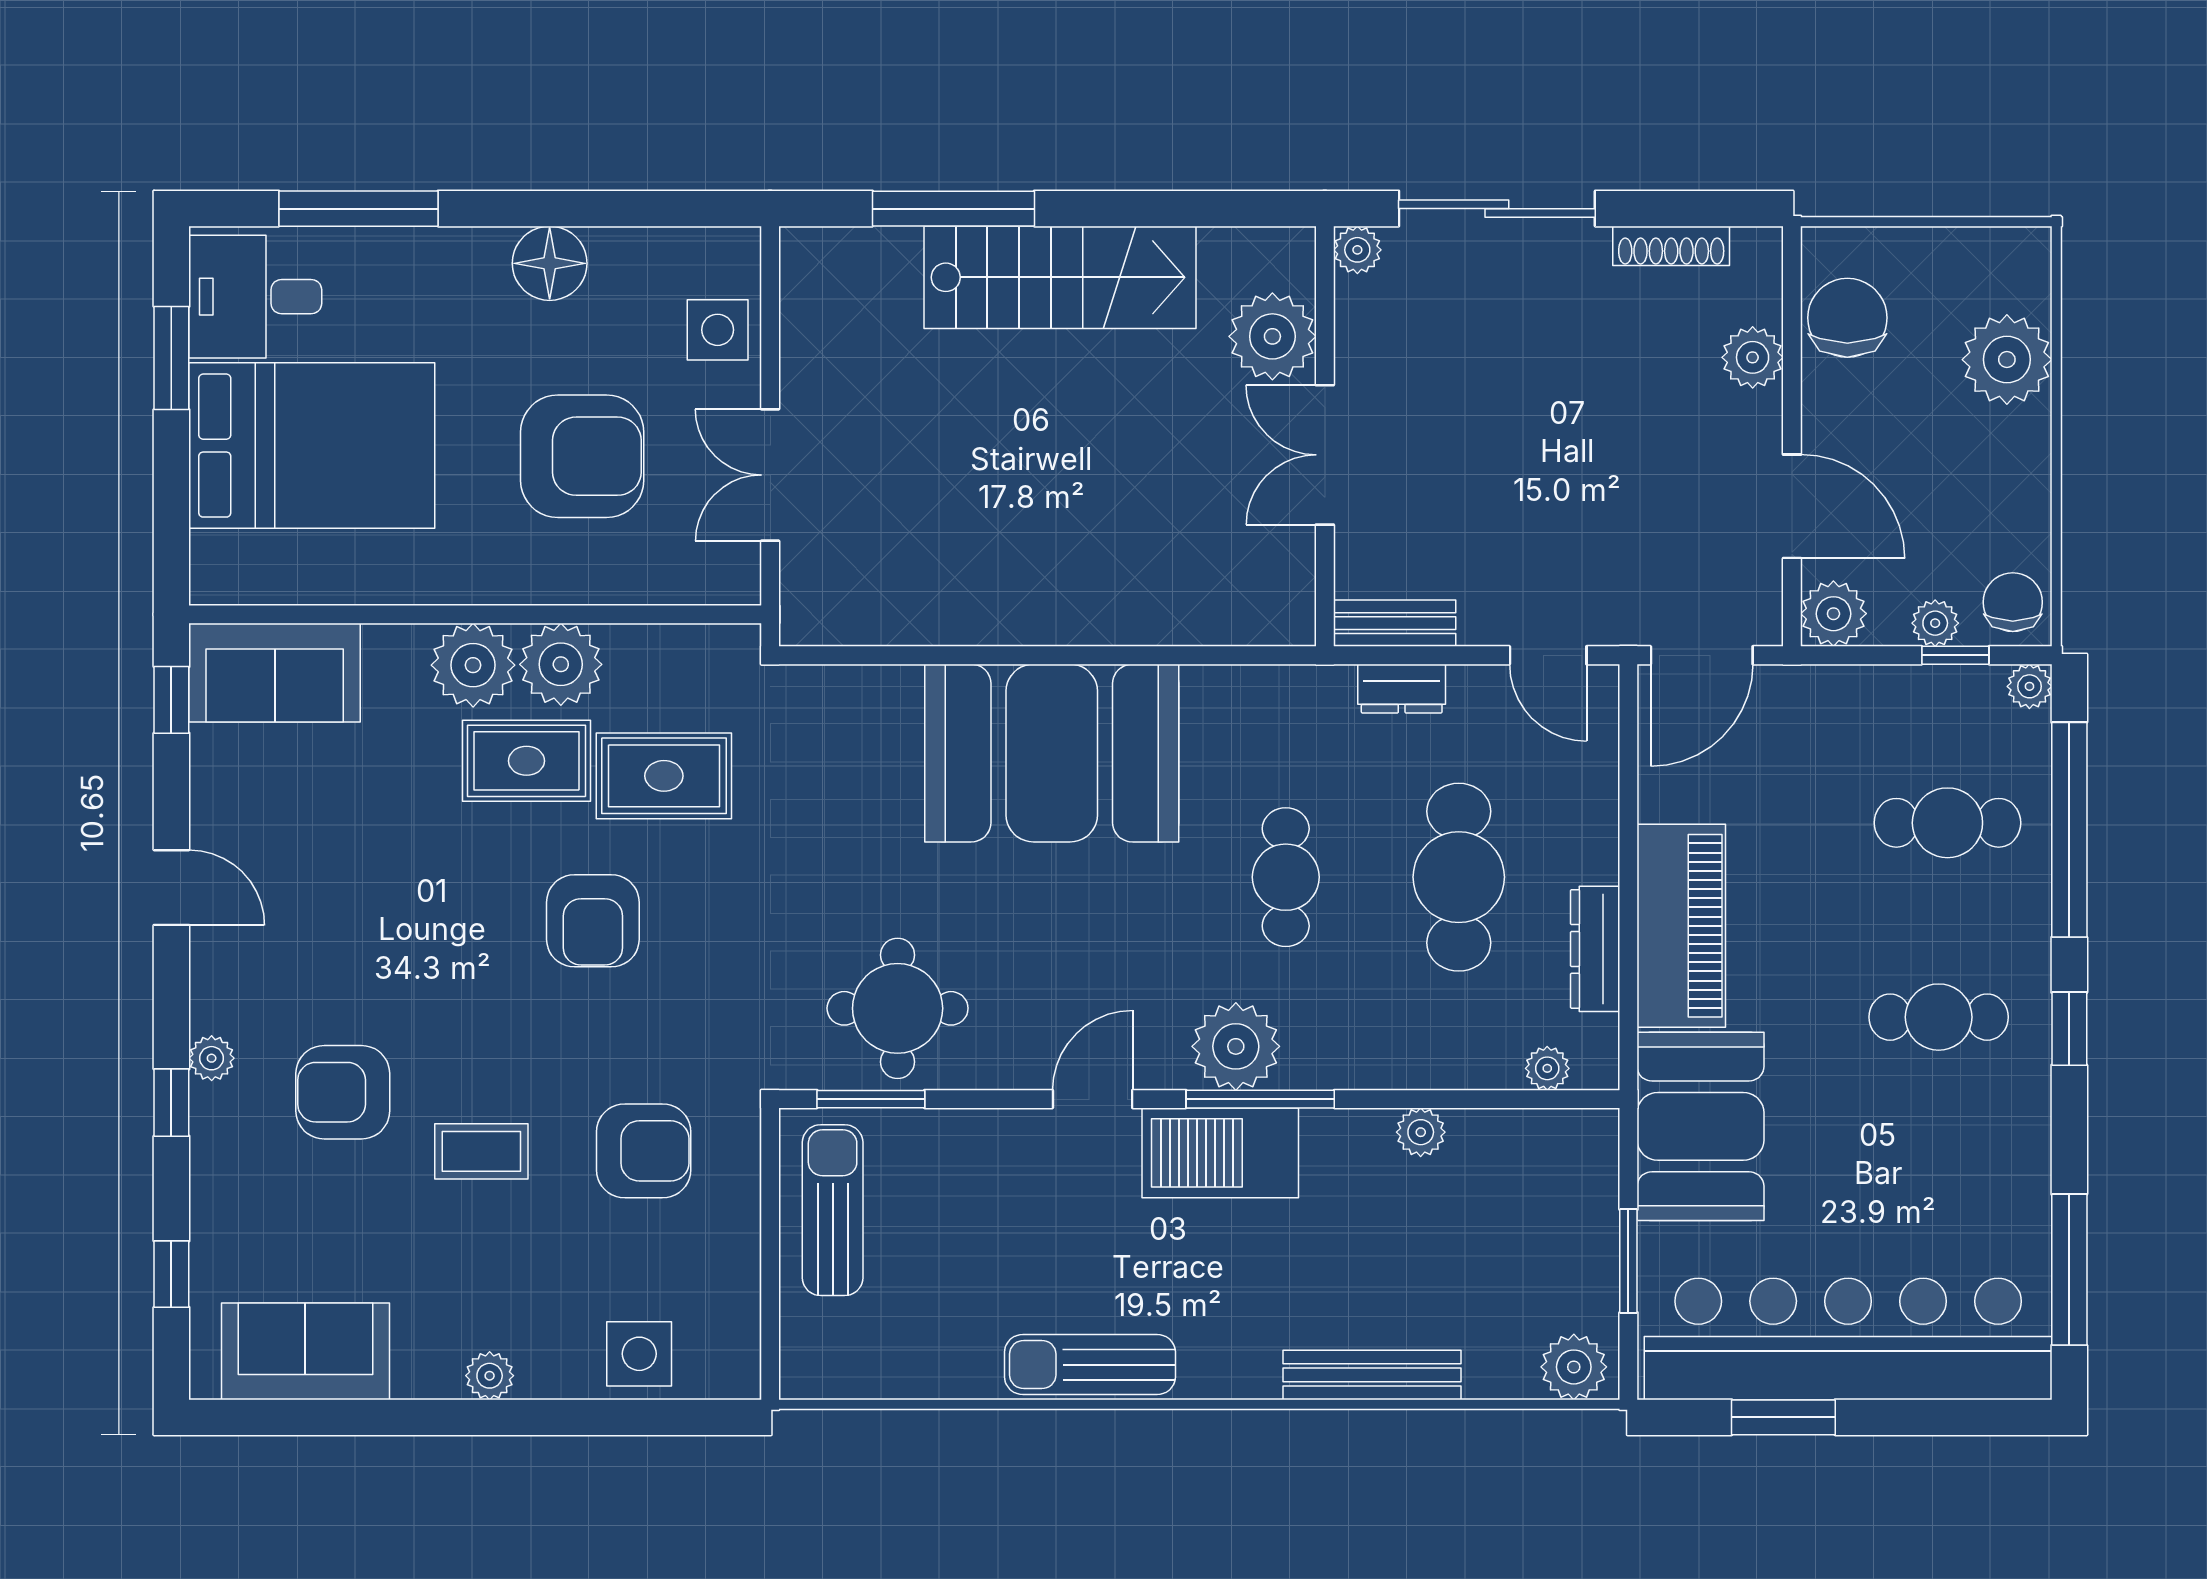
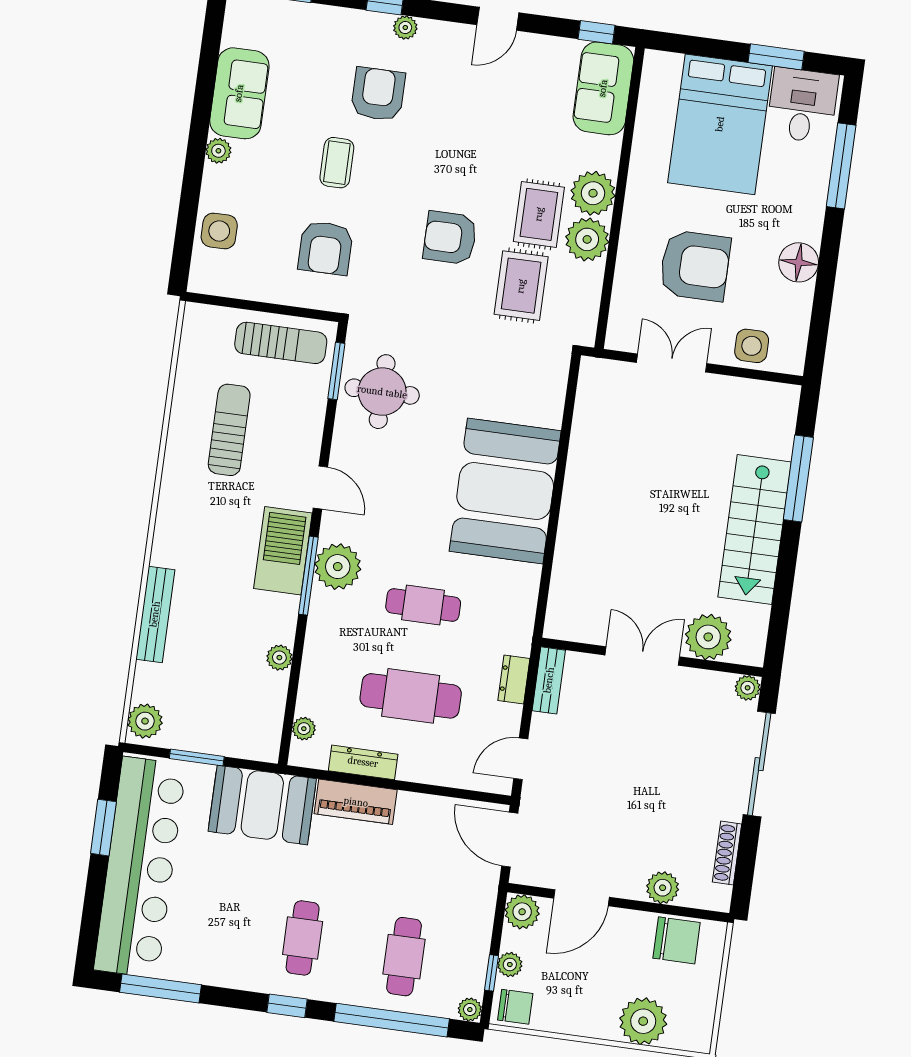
armchair: (582, 456) -> (695, 266), turned -90
piano: (1681, 926) -> (356, 802), width x0.73, depth x0.75
sofa: (305, 1351) -> (239, 93), moved
sun lounger: (1090, 1365) -> (229, 430), moved

